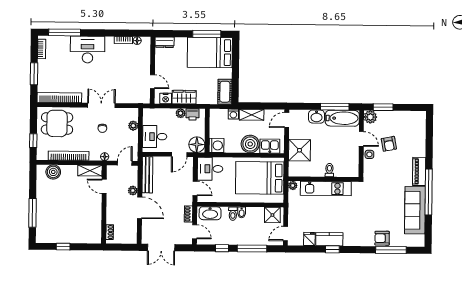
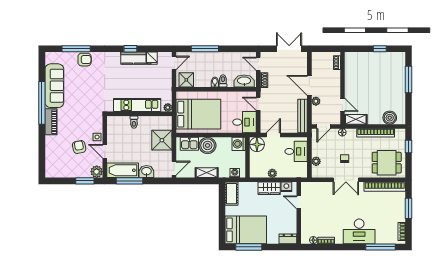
printer: (193, 114) -> (261, 172), removed
washing machine: (233, 114) -> (235, 173), moved
window: (222, 248) -> (233, 49), removed

